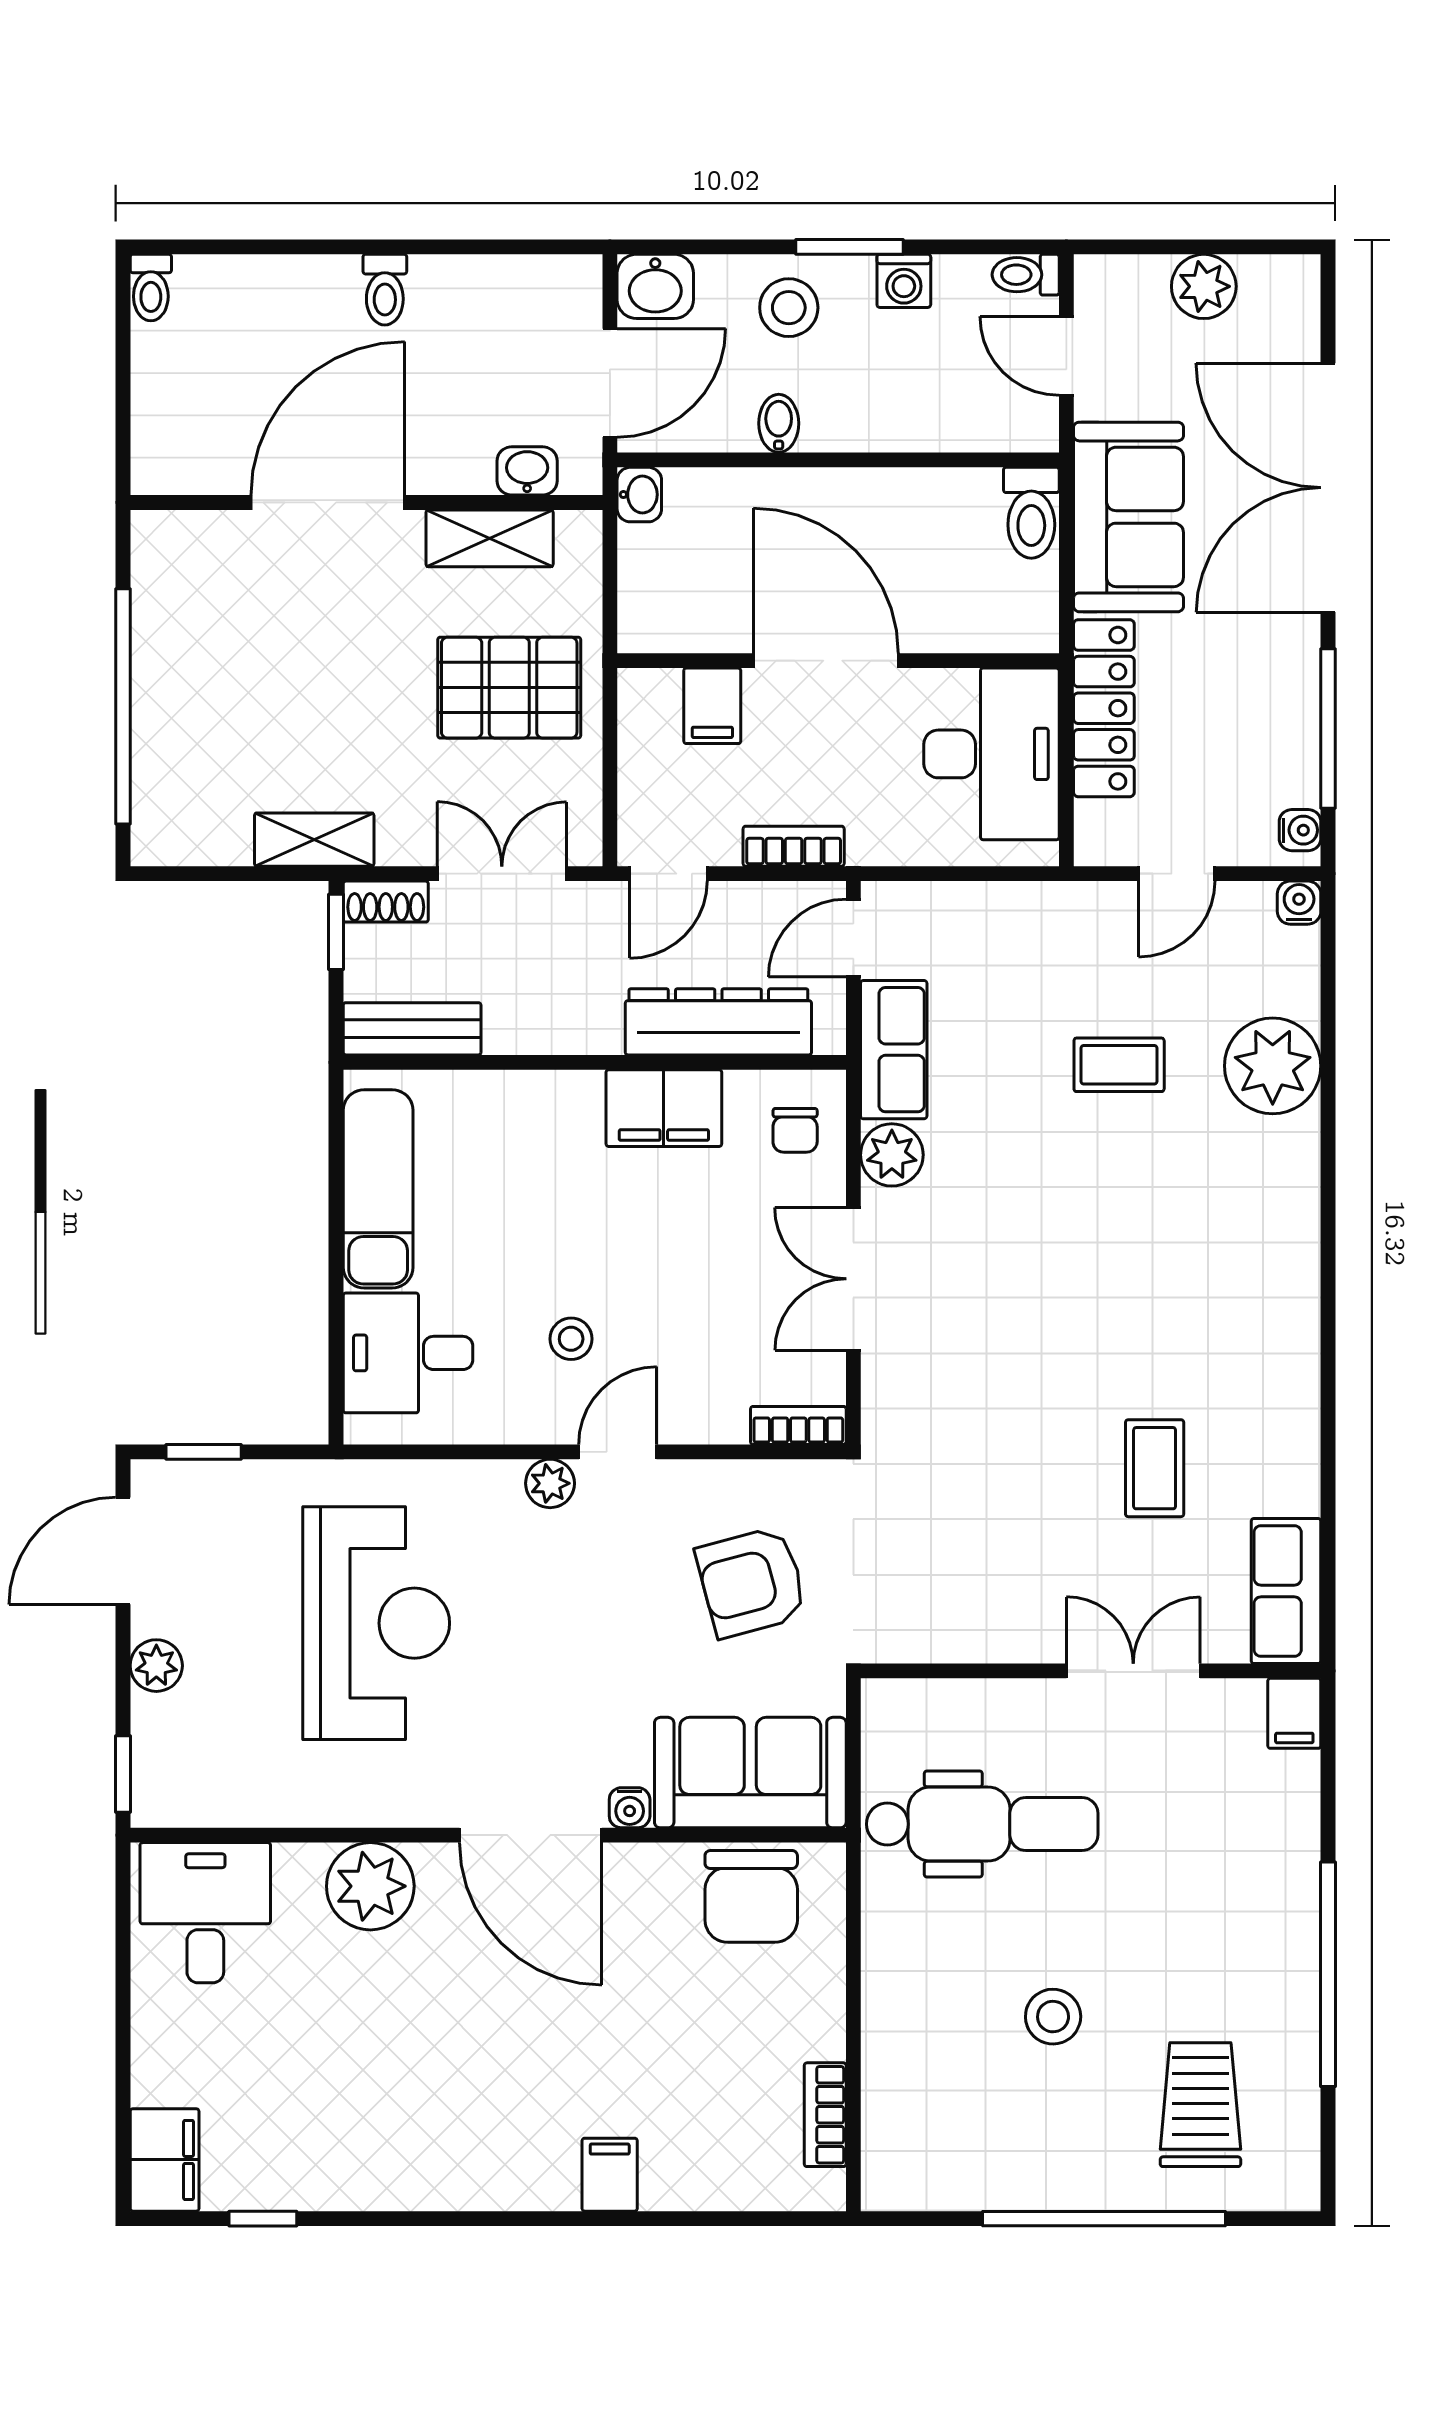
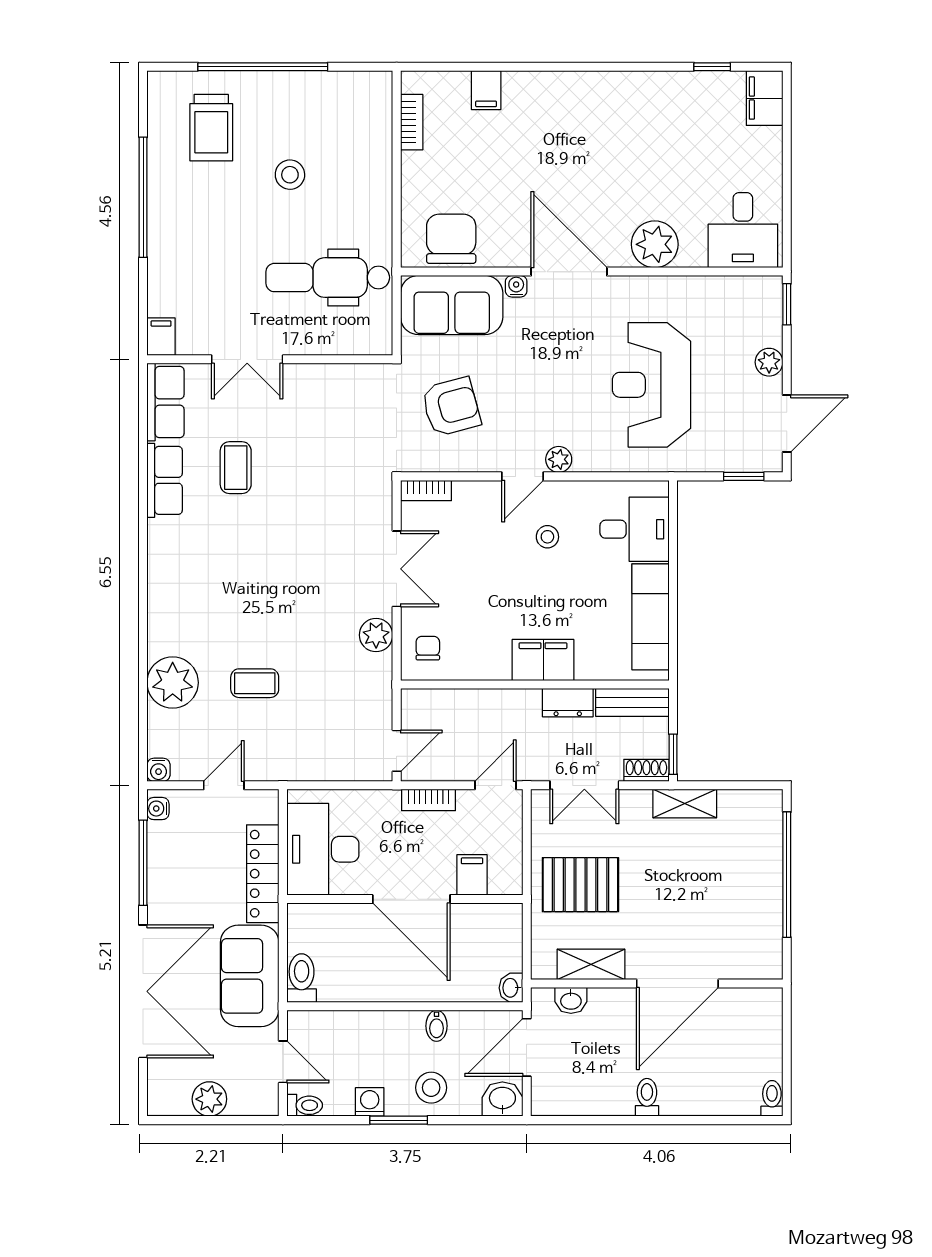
dresser: (718, 1022) -> (568, 703), moved, width x0.51, depth x0.80
row of seats: (894, 1050) -> (165, 480), moved, turned 180
filing cabinet: (664, 1108) -> (543, 660), moved
filing cabinet: (610, 2175) -> (486, 90), moved

